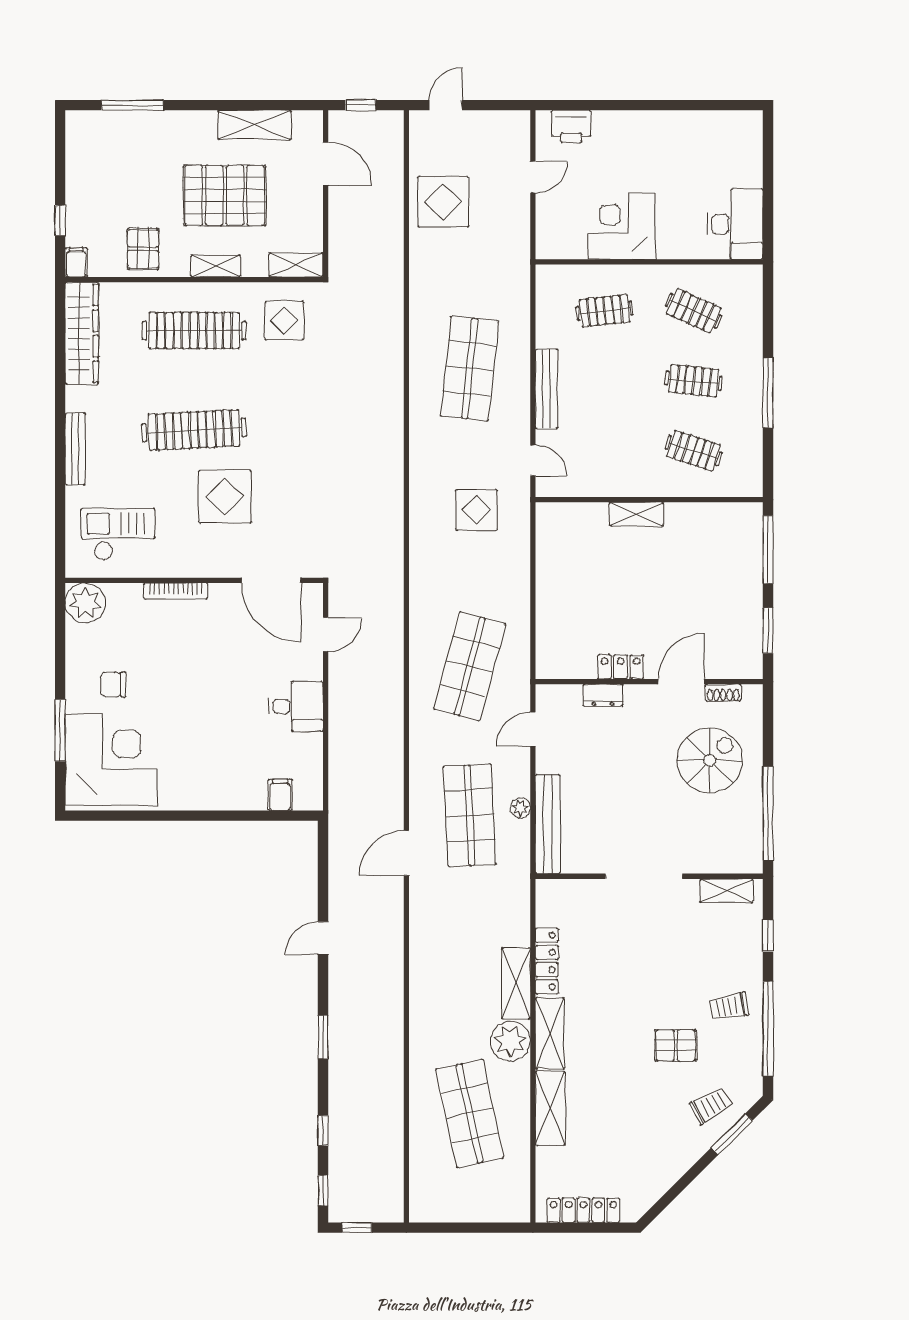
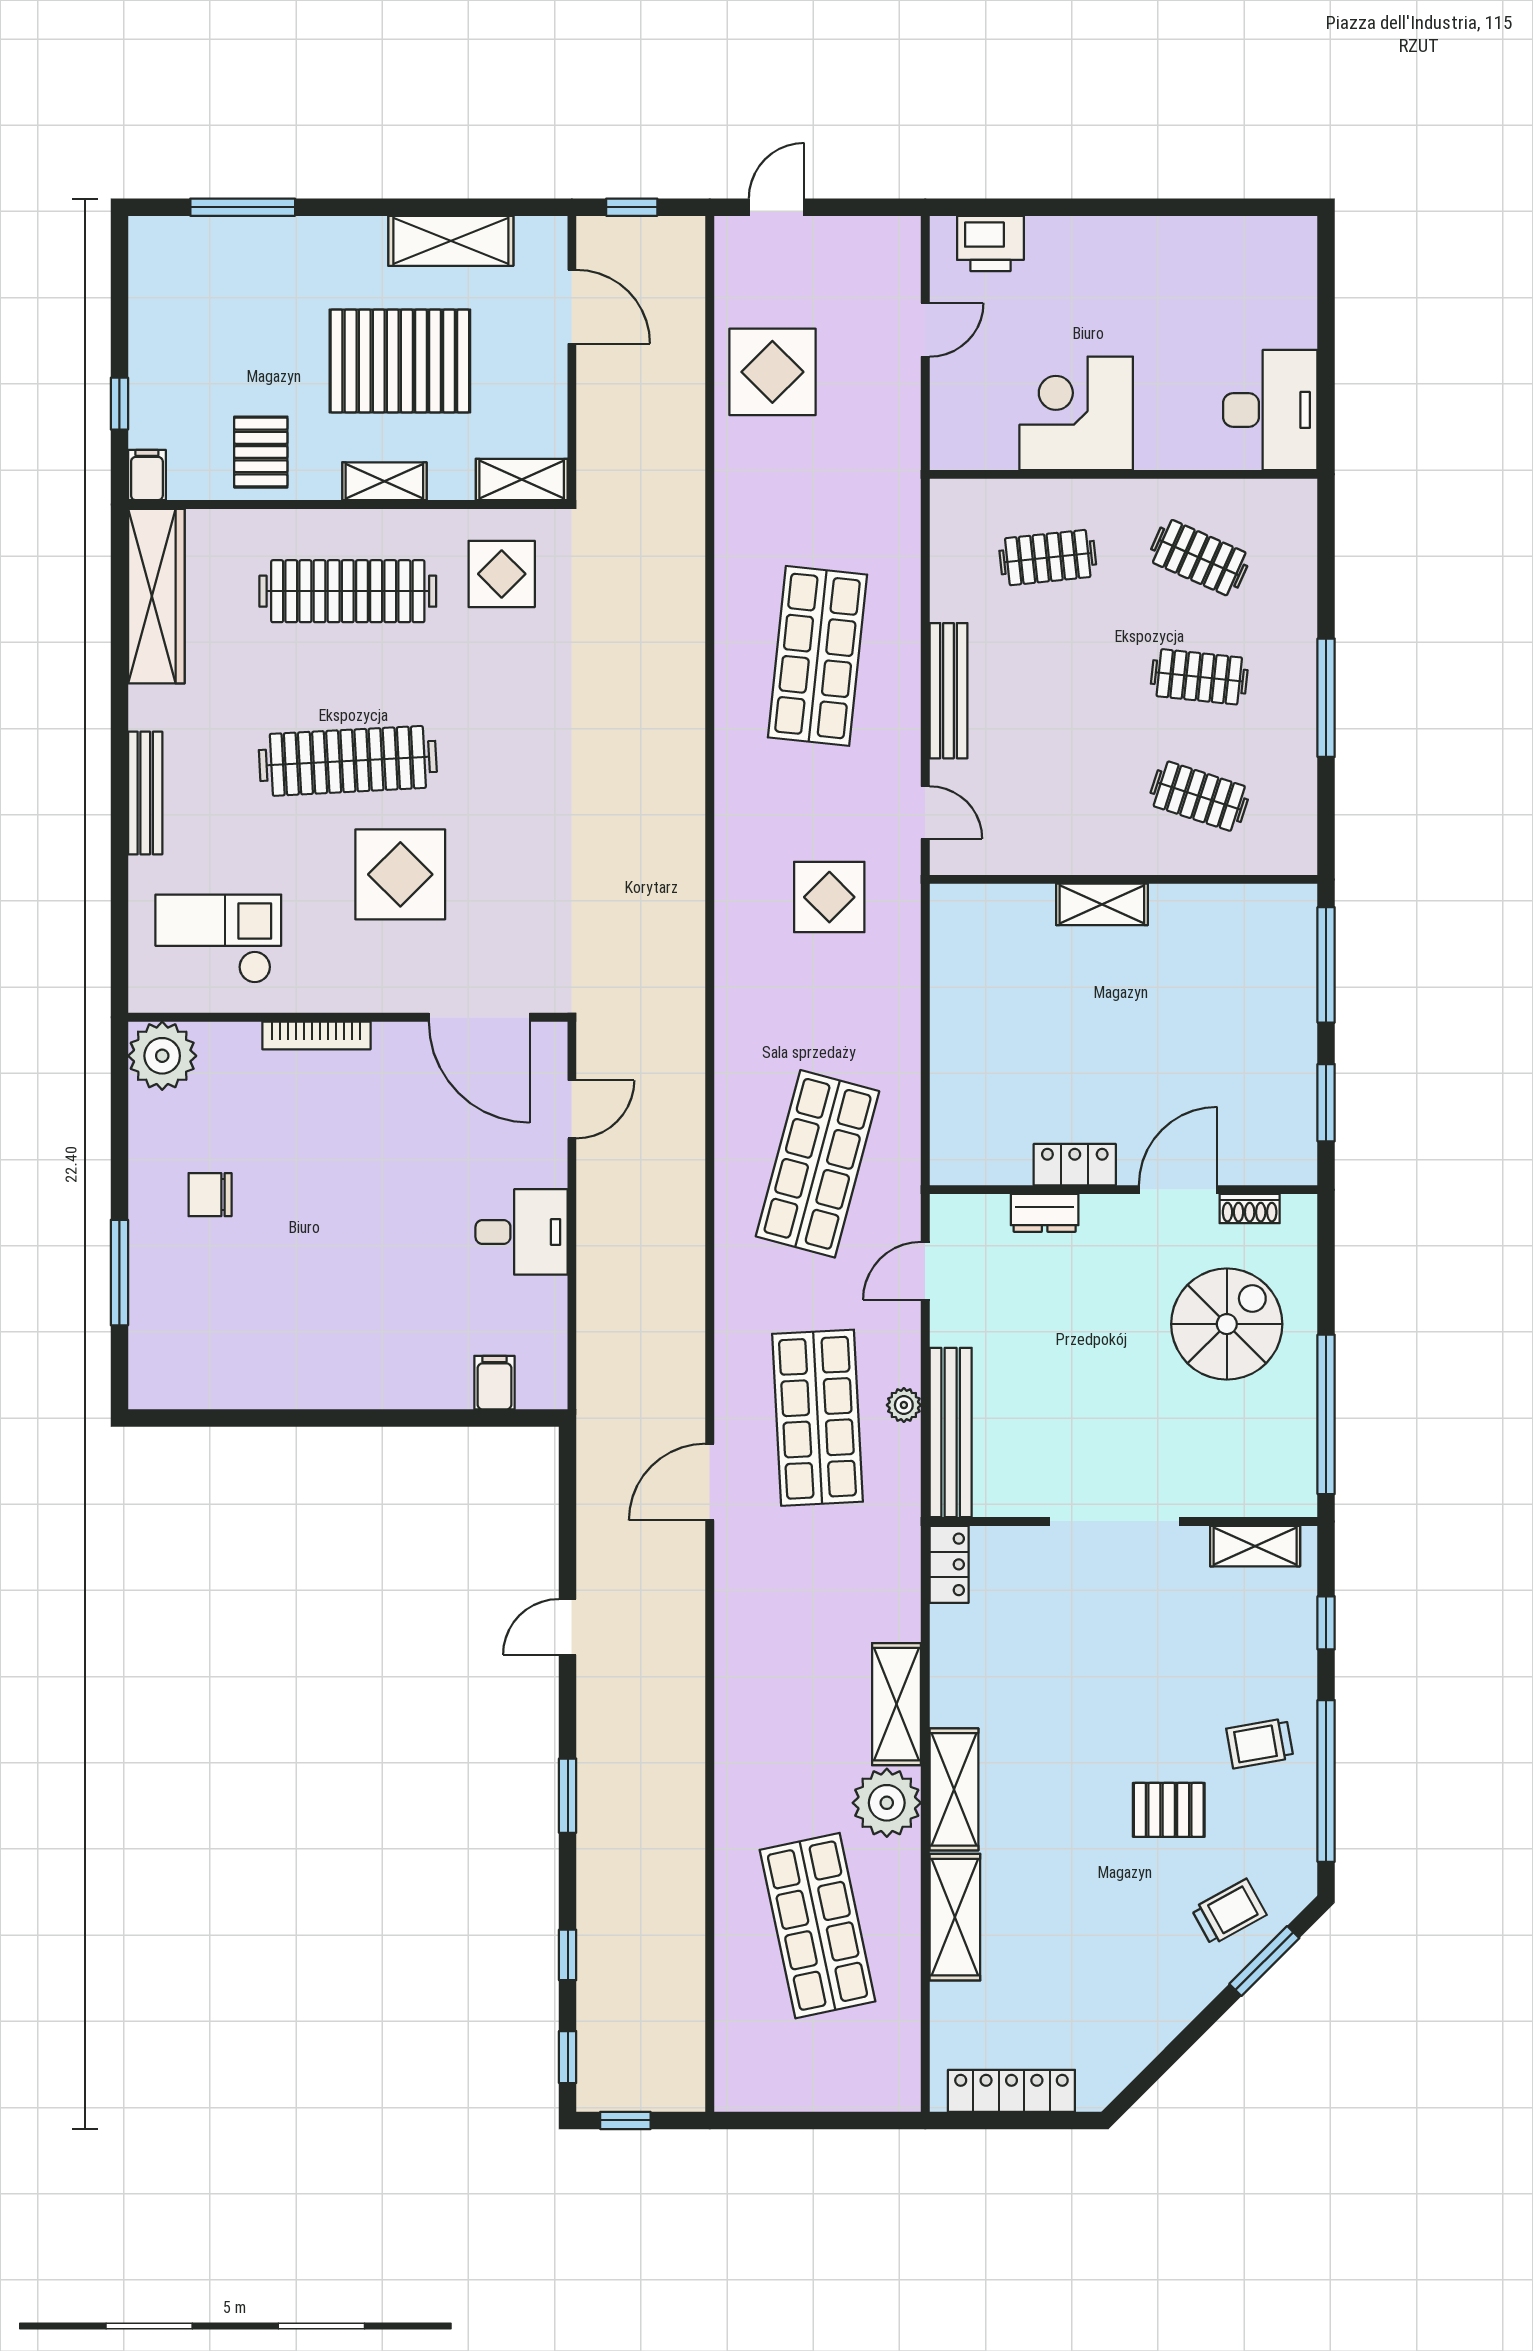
corner desk: (111, 760) -> (206, 1322), removed
locker: (547, 961) -> (949, 1564), moved, width x0.66

